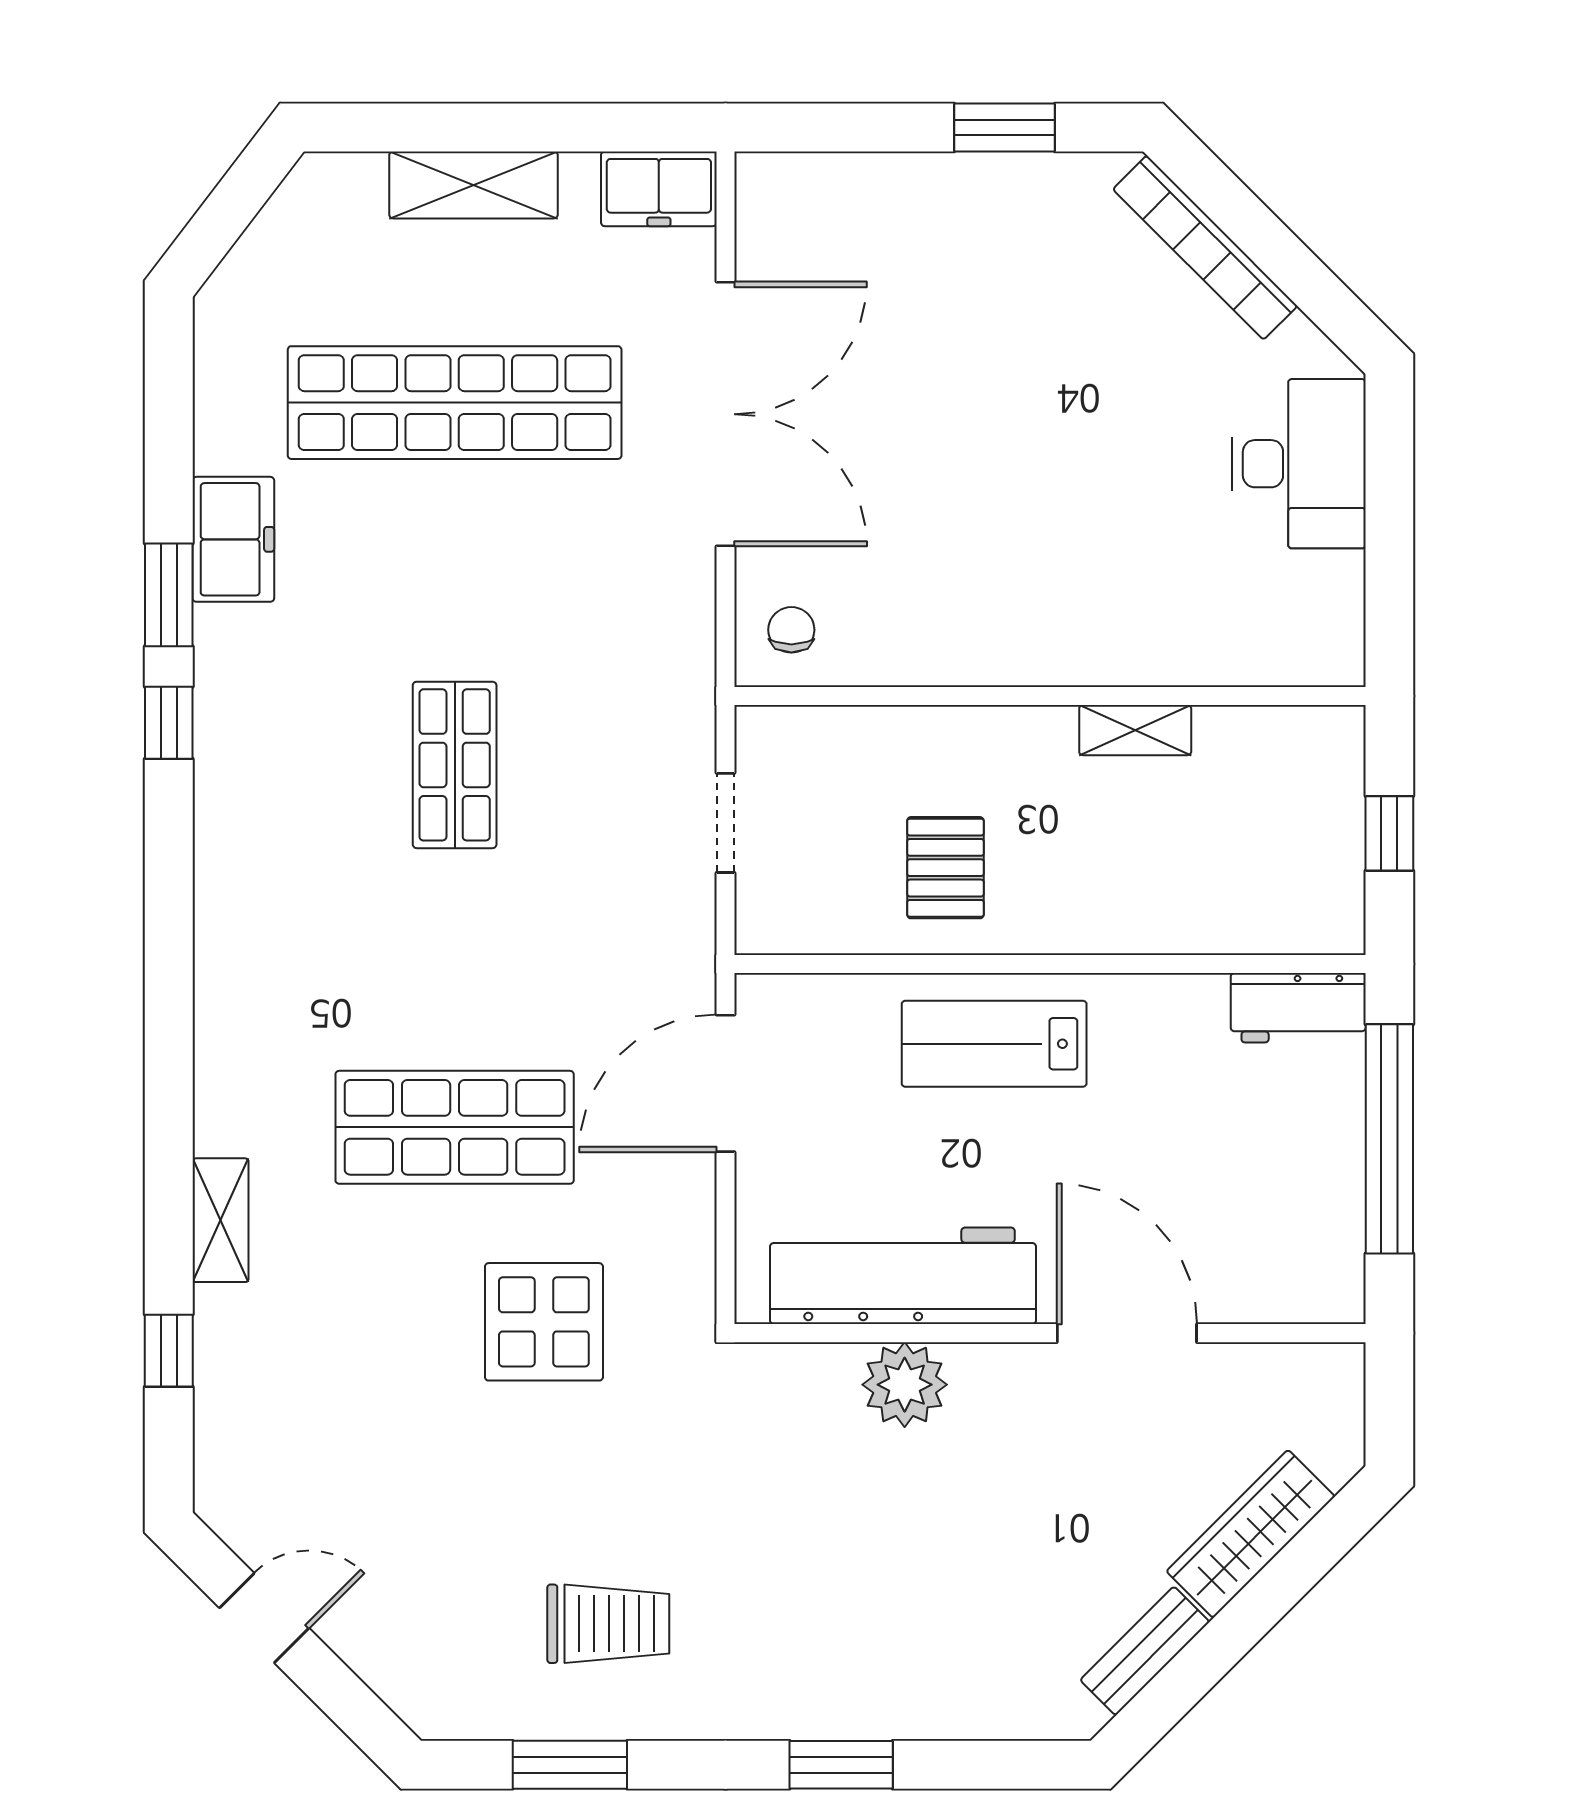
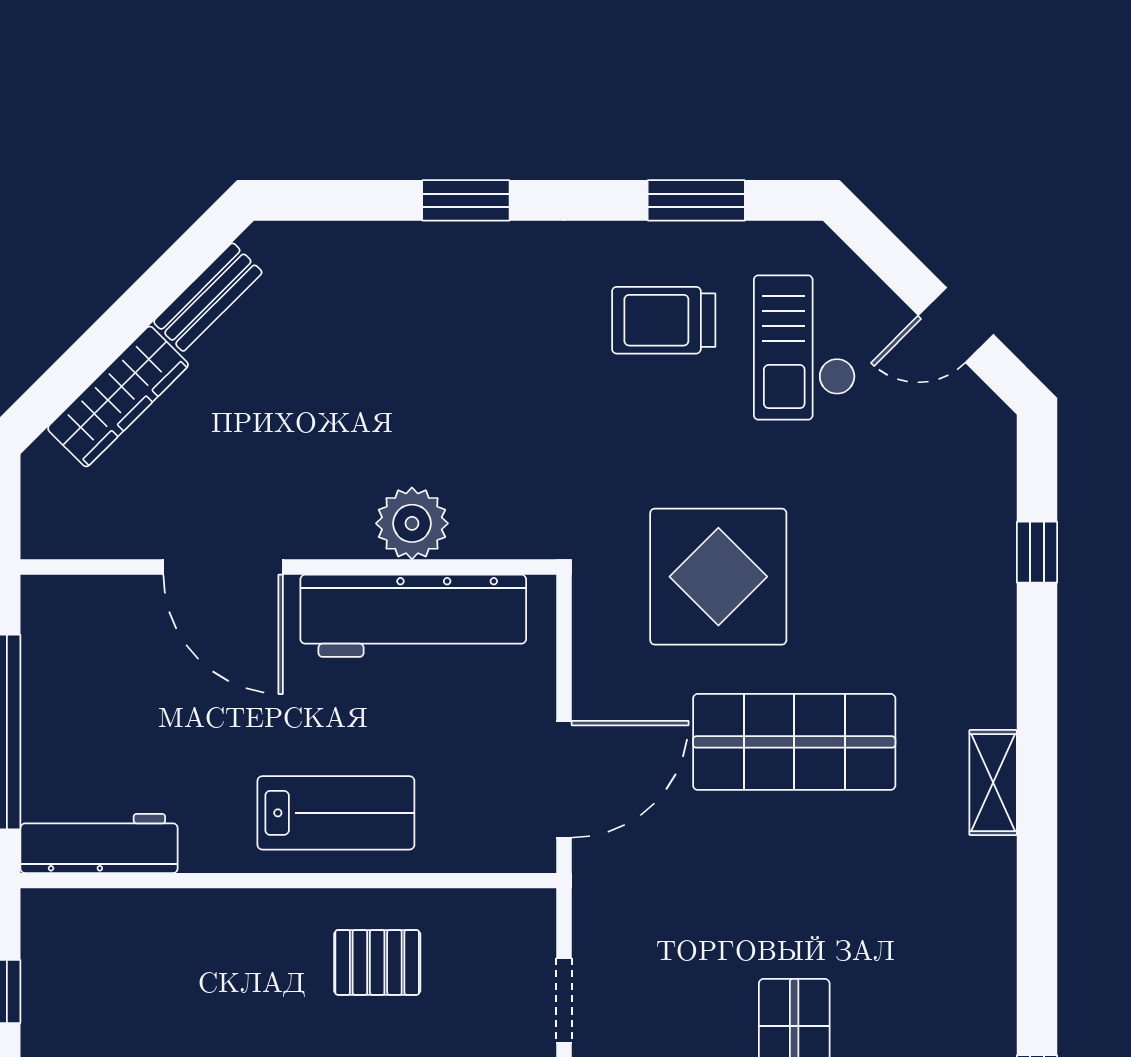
pallet: (945, 868) -> (377, 962), turned 90
workbench: (1298, 1008) -> (99, 843), width x1.38
shelving: (221, 1220) -> (993, 783), moved
display table: (544, 1322) -> (718, 577), width x1.36, depth x1.36
checkout: (442, 1592) -> (805, 347), added

